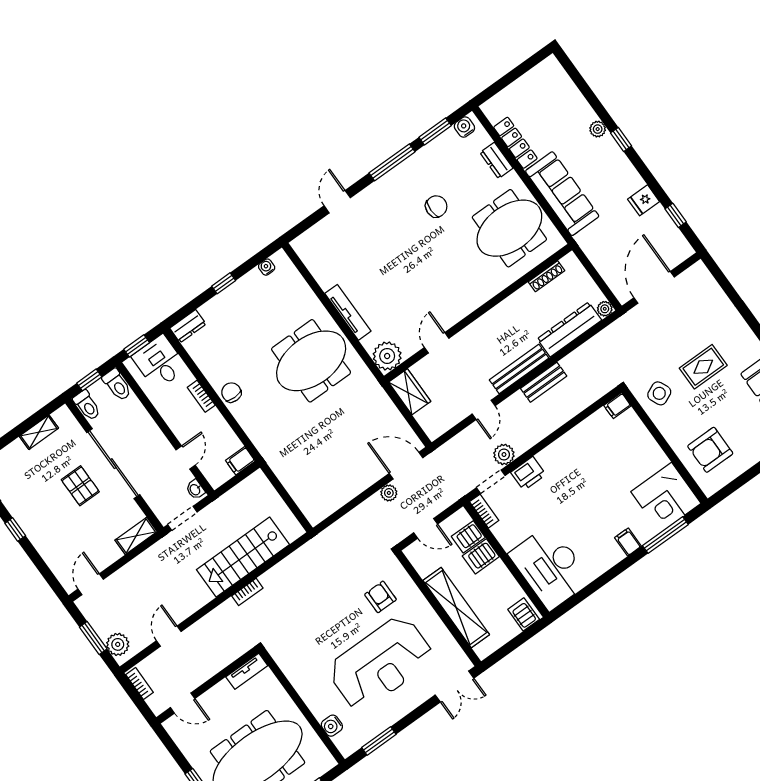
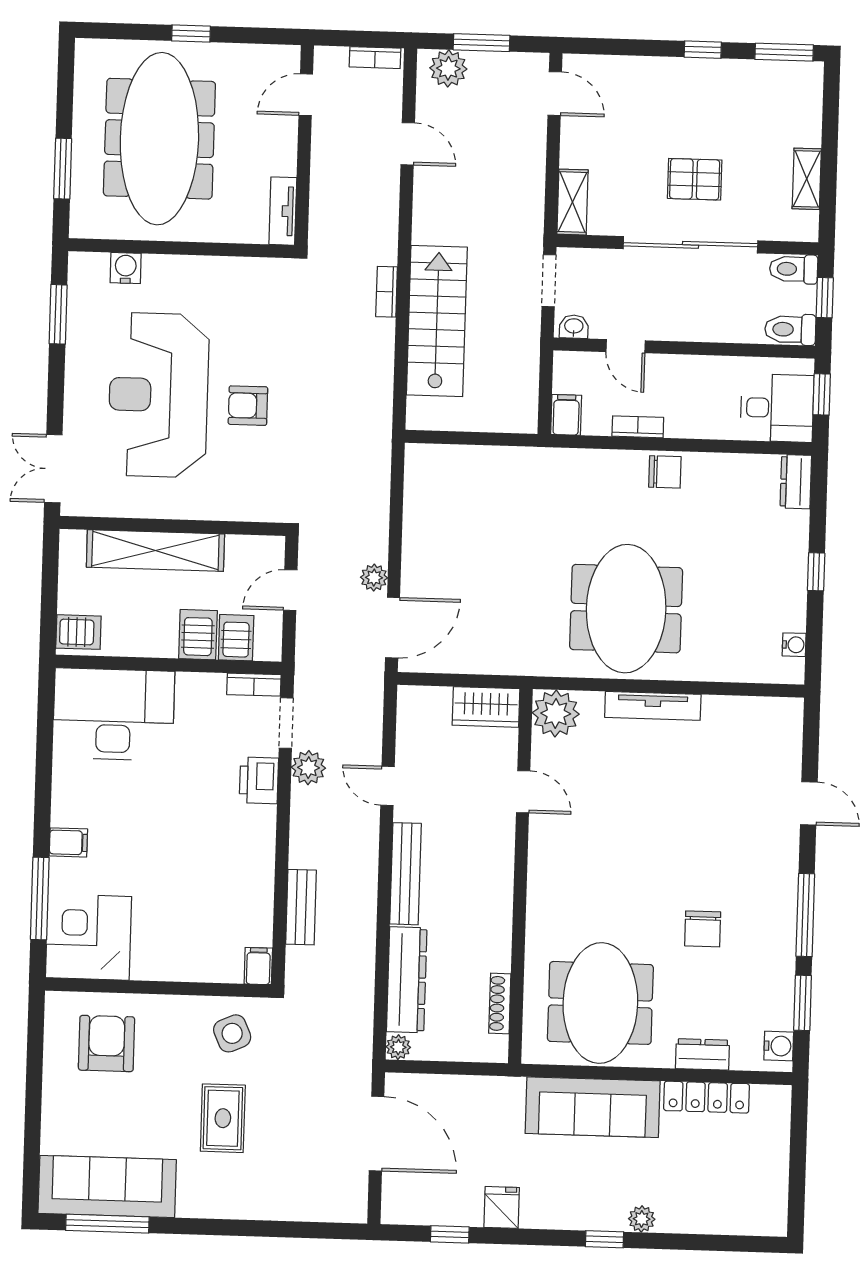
bench: (544, 382) -> (301, 907), moved
bookcase: (201, 396) -> (638, 427), moved
armchair: (380, 597) -> (248, 406), moved, turned 180

